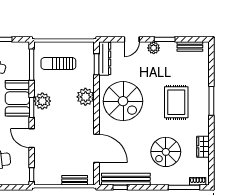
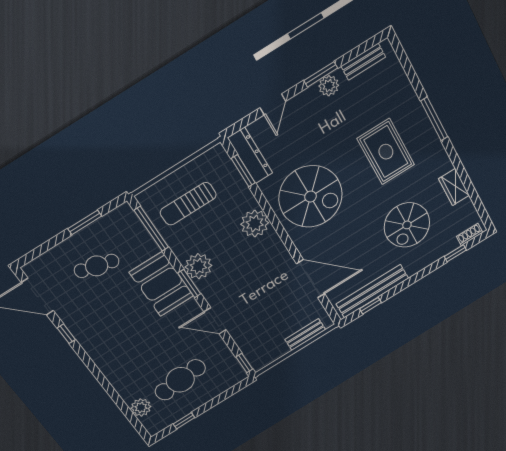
plant: (154, 48) -> (329, 86), moved
window: (184, 187) -> (455, 253), width x0.46

